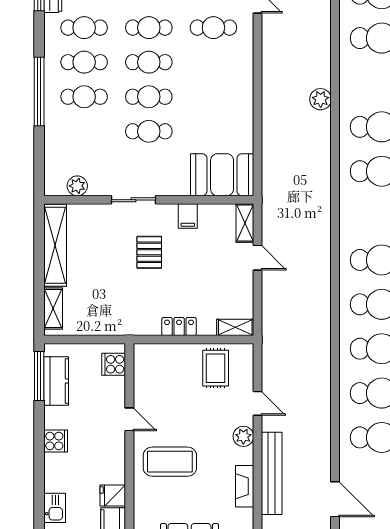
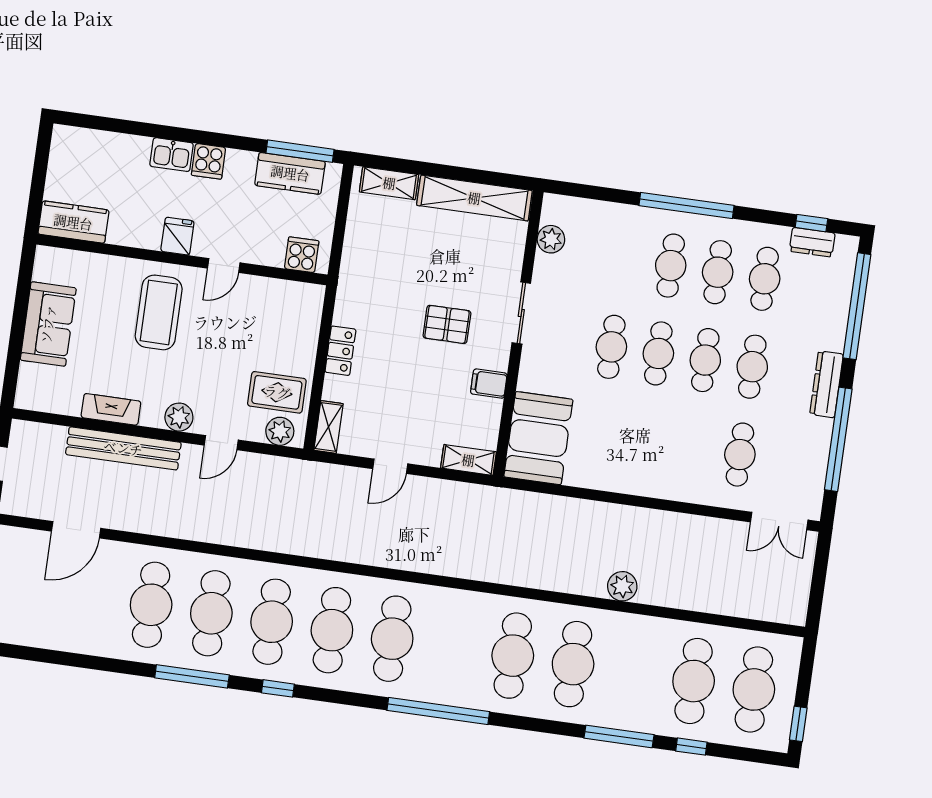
door: (257, 258) -> (390, 466), moved
plant: (243, 362) -> (280, 431), added
fridge: (113, 496) -> (177, 236), moved
kitchen sink: (55, 508) -> (172, 155), moved

